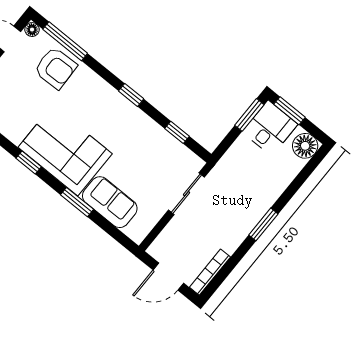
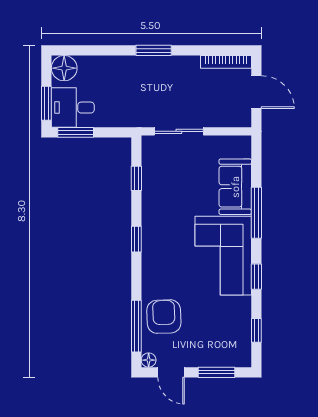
window: (77, 202) -> (256, 213), width x1.44

